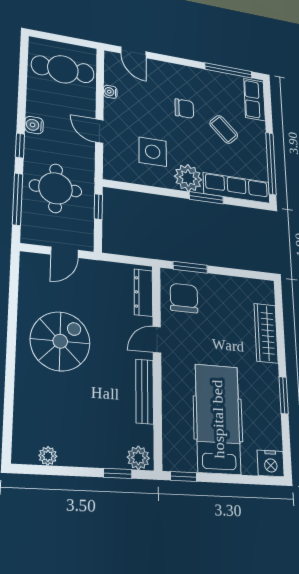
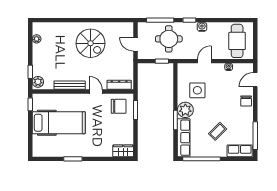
chair: (184, 109) -> (246, 101), moved
wardrobe: (266, 333) -> (123, 151), moved, width x0.67
nightstand: (271, 463) -> (39, 150), removed

